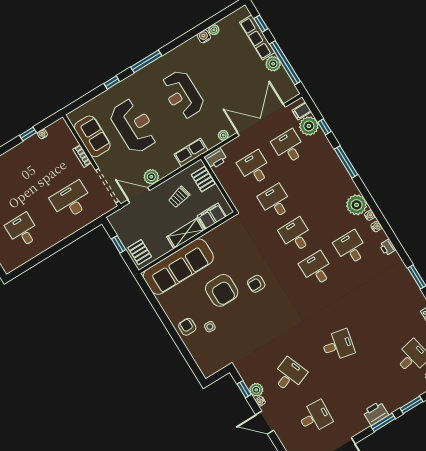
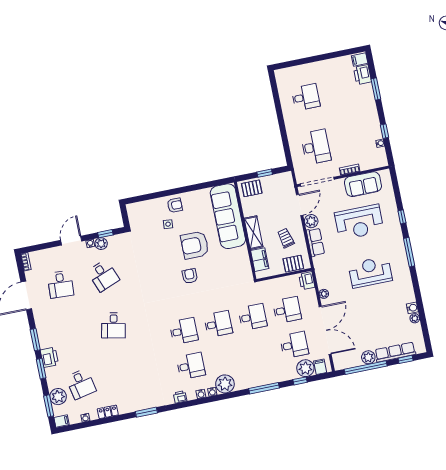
row of seats: (191, 152) -> (315, 242), moved
printer: (376, 413) -> (49, 357), moved

